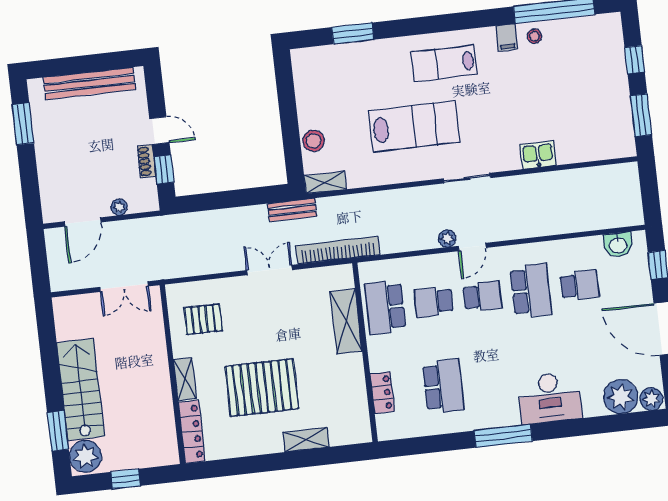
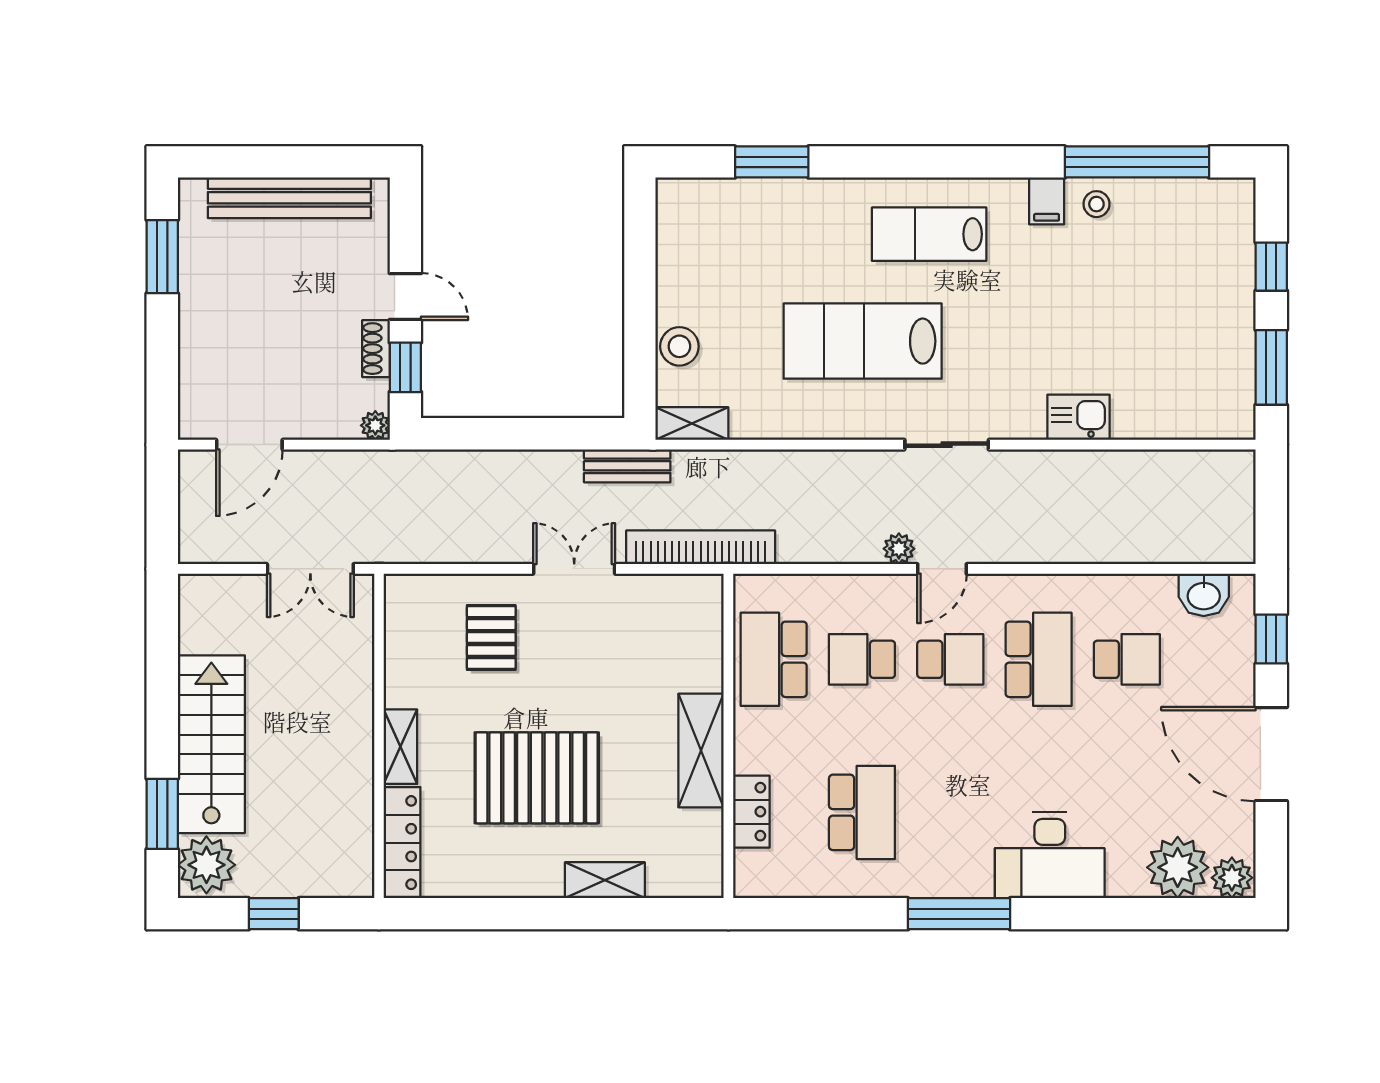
lab bench: (414, 126) -> (863, 341), turned 180
plant: (119, 207) -> (375, 425), moved
pallet: (203, 319) -> (491, 638), moved, turned 90
shelving: (346, 321) -> (701, 750), moved

